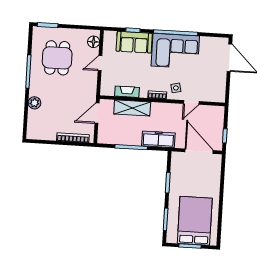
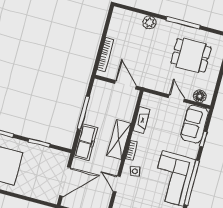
sofa: (134, 42) -> (195, 124), moved
shelving: (132, 108) -> (119, 139), moved

